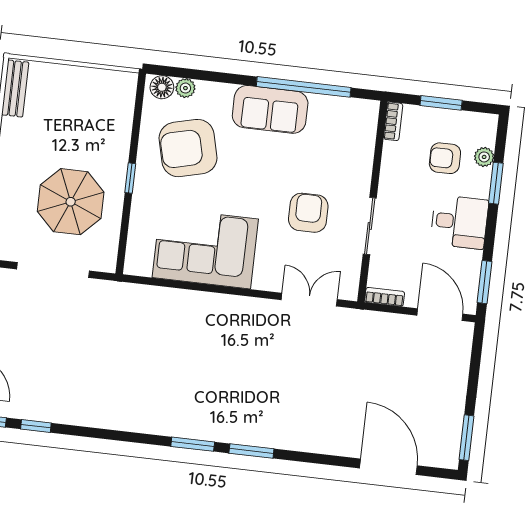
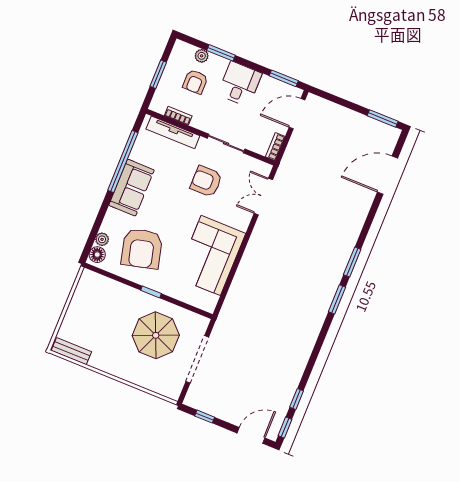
bookcase: (393, 121) -> (178, 116), moved
tv unit: (365, 146) -> (173, 132), added

